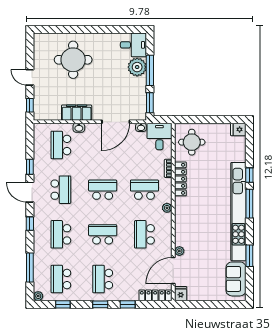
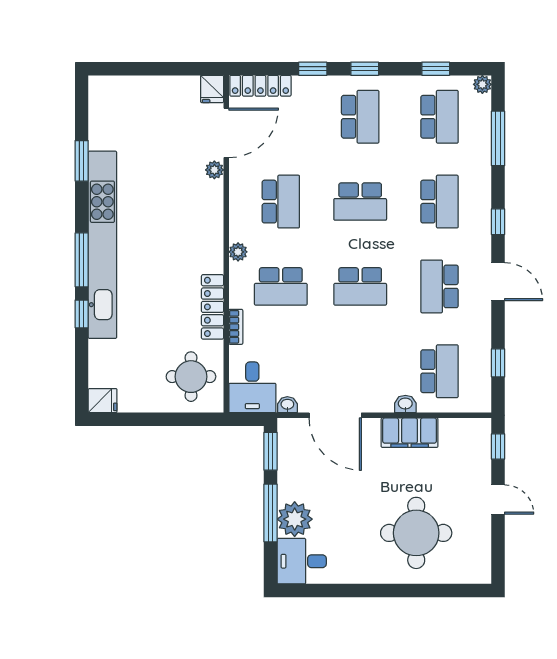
door: (116, 122) -> (335, 415), swing flipped
window: (30, 167) -> (498, 363), moved
sofa: (236, 279) -> (107, 117), removed

